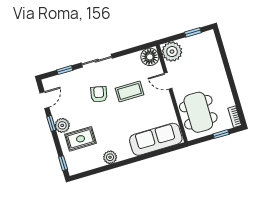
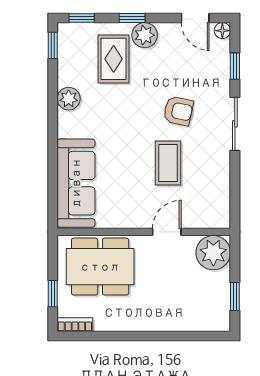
floor lamp: (150, 57) -> (222, 31), moved, width x0.53, depth x0.53
window: (51, 123) -> (132, 18), moved
window: (83, 175) -> (53, 45), added

